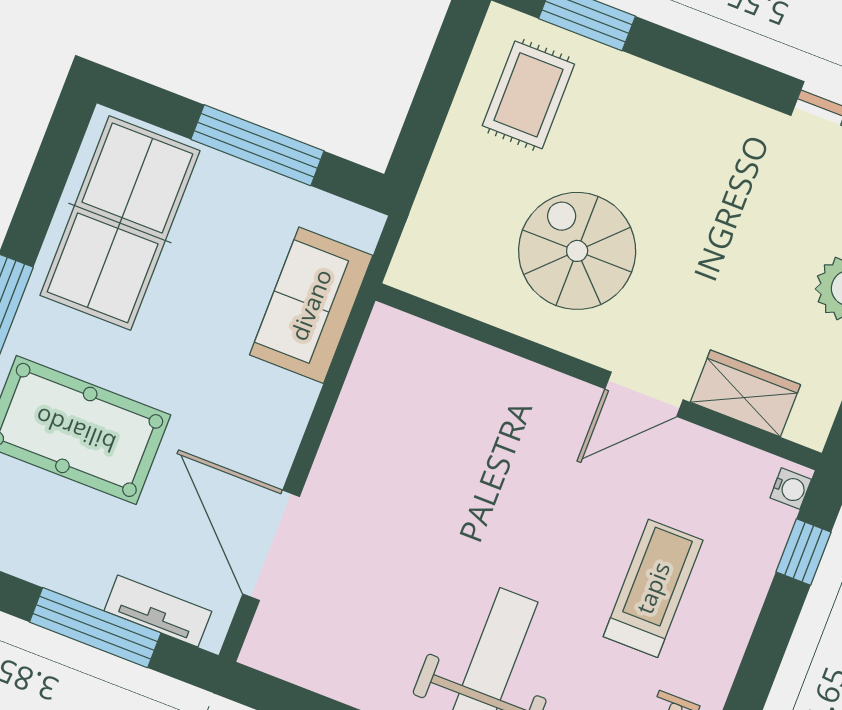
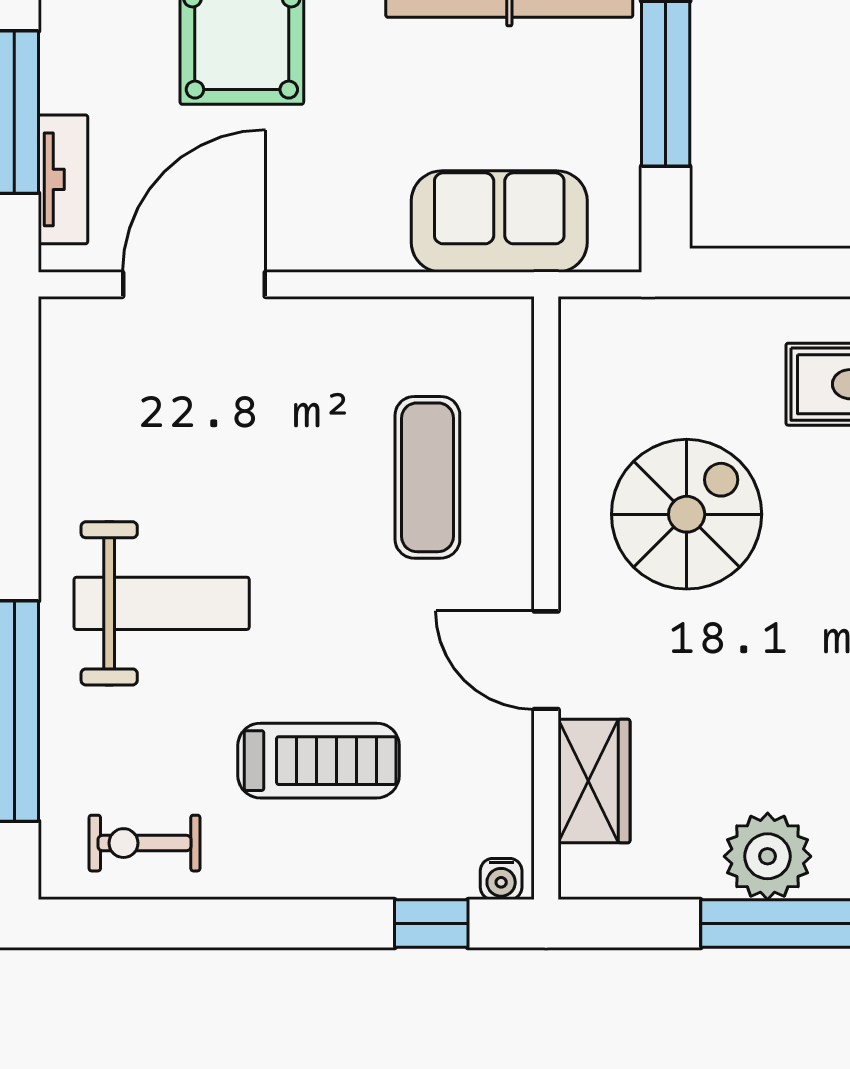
exercise mat: (477, 429) -> (427, 477), added

